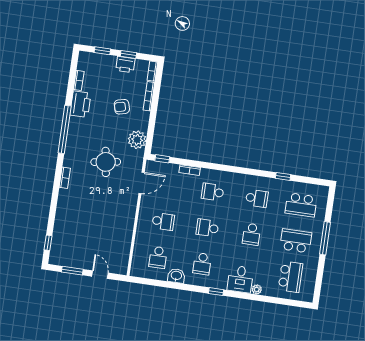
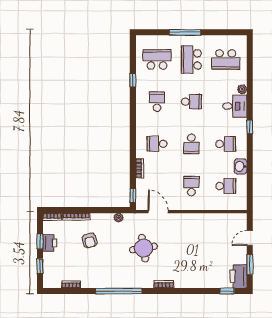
printer: (80, 104) -> (238, 276), moved, turned -90
plant: (137, 140) -> (118, 218), width x0.53, depth x0.53
school desk: (213, 192) -> (157, 144), turned 90
school desk: (301, 205) -> (157, 59), turned -90
school desk: (290, 277) -> (226, 59), turned 180

